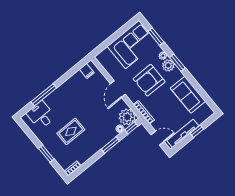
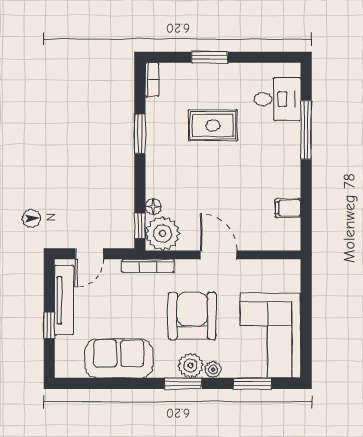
filing cabinet: (87, 71) -> (288, 208), moved
rug: (71, 131) -> (213, 125), turned 90
window: (110, 145) -> (140, 134), moved

